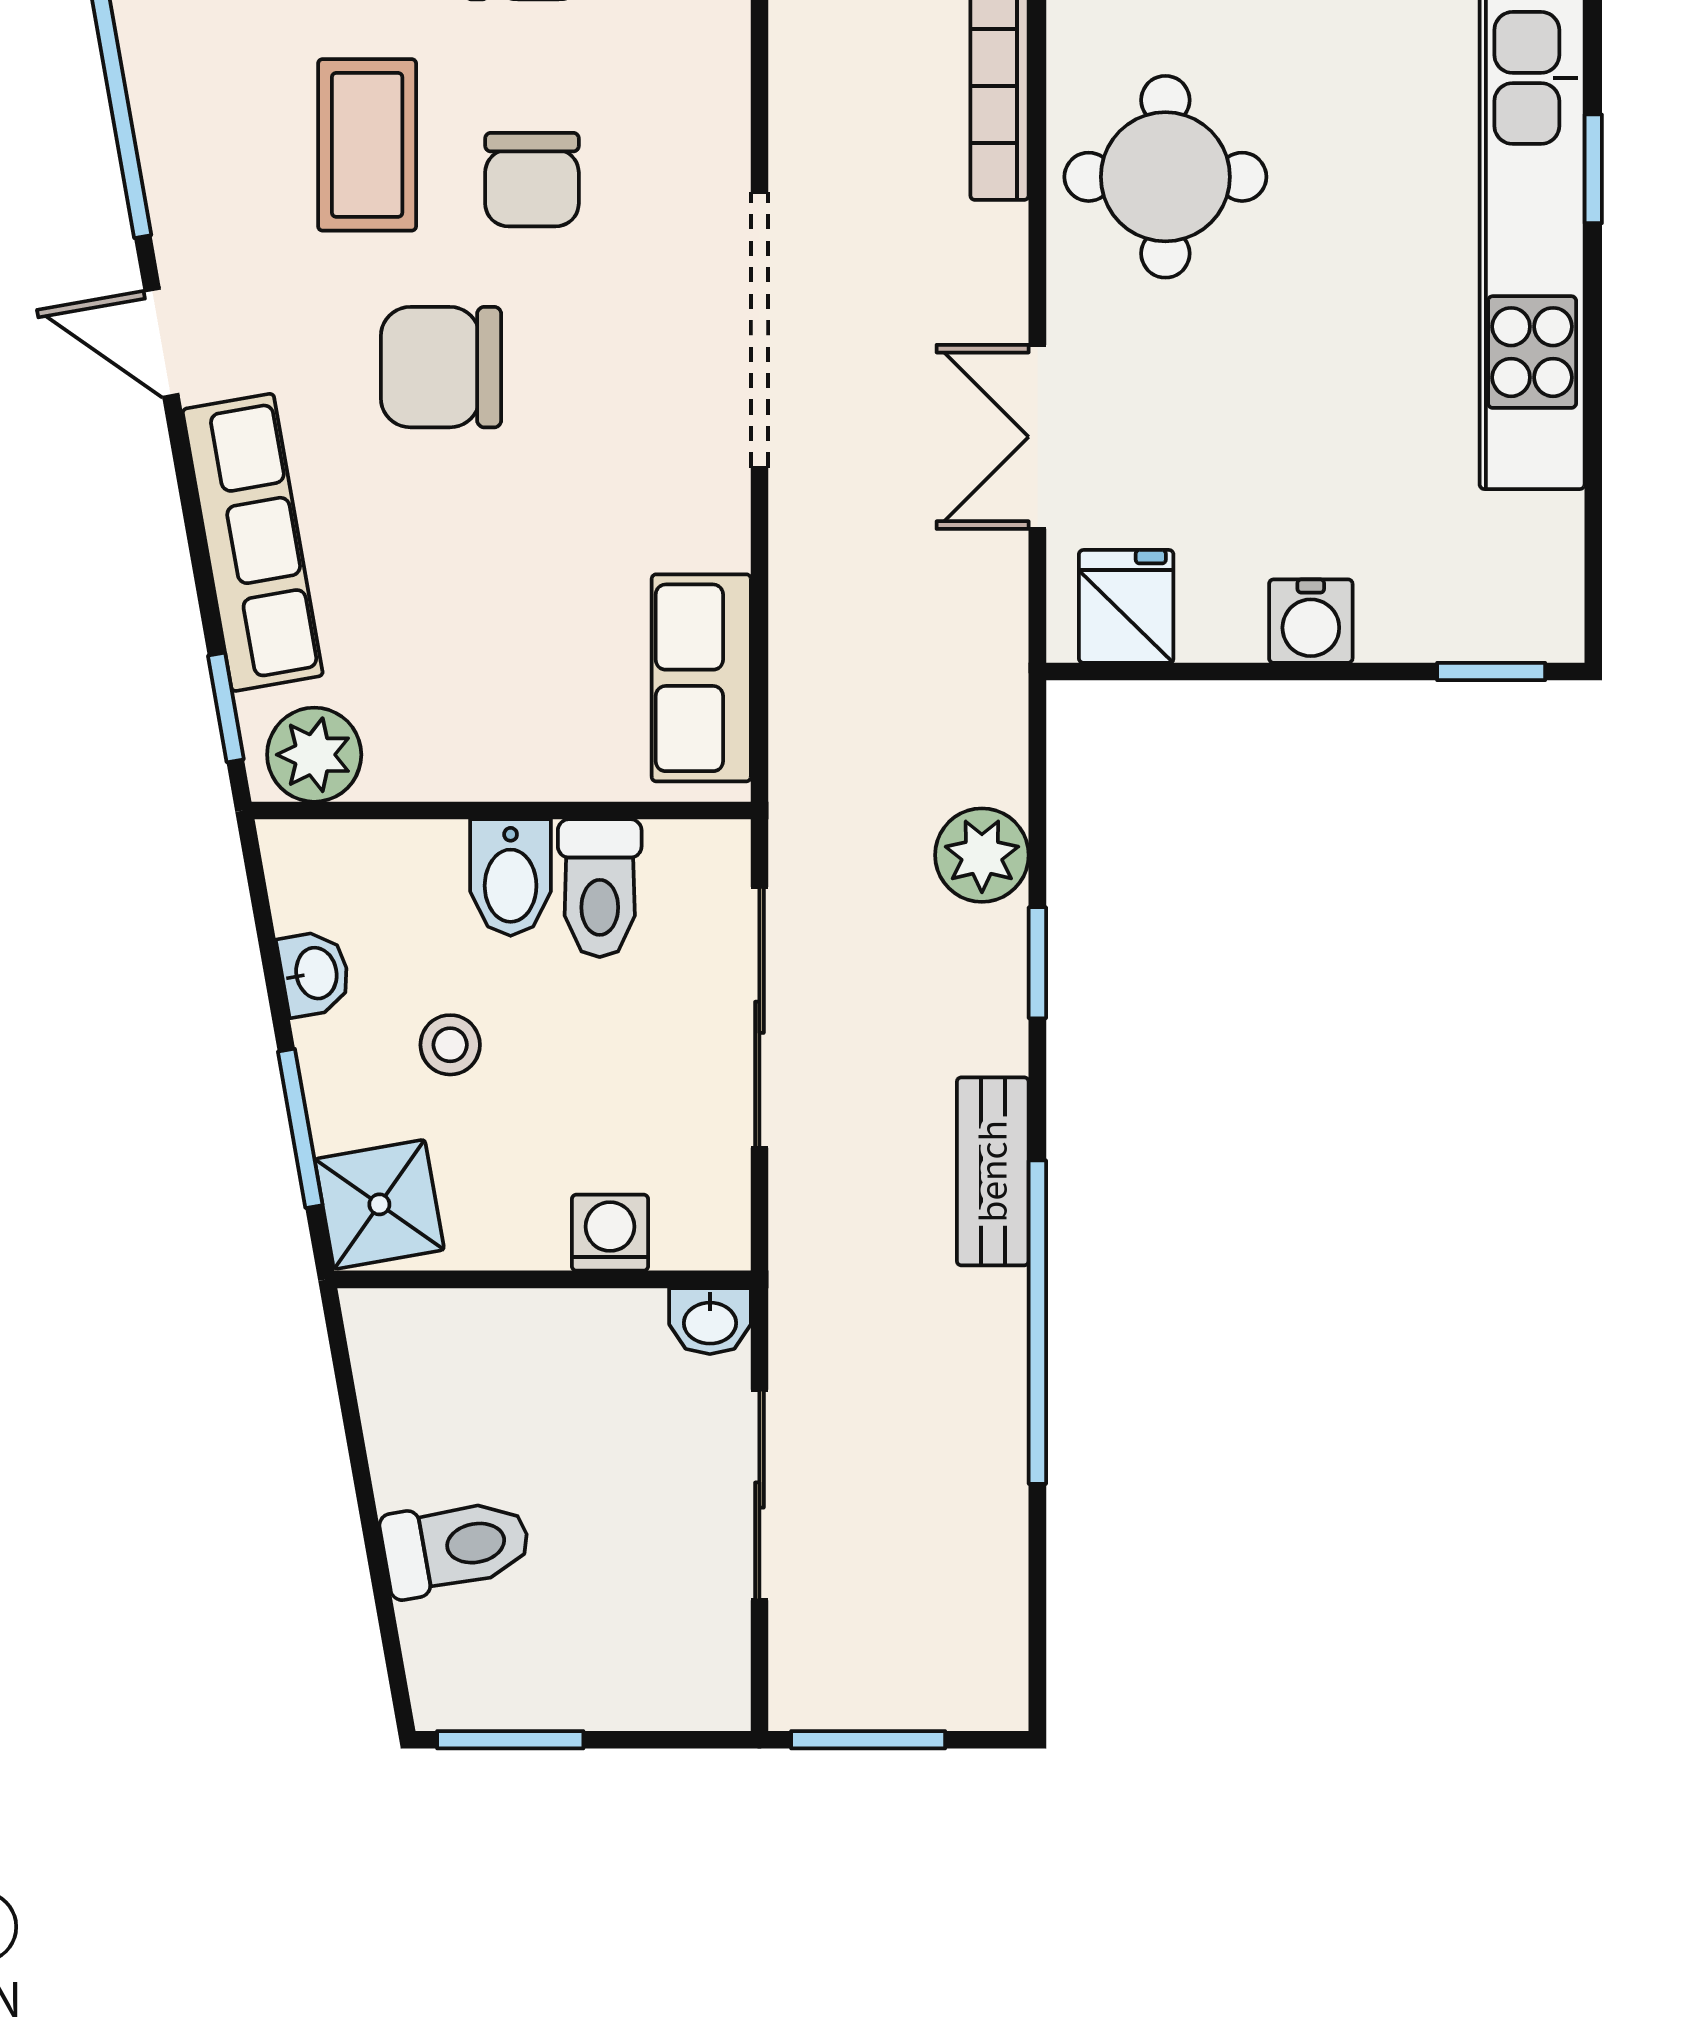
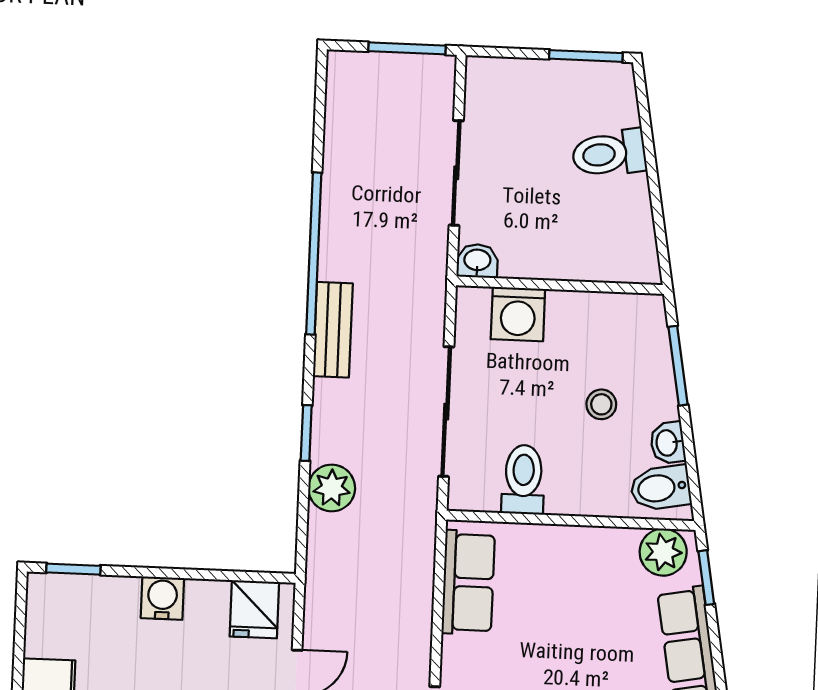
bidet: (511, 878) -> (660, 488), moved, turned -100
shower: (379, 1204) -> (640, 326), removed
washing machine: (610, 1233) -> (518, 314), width x1.38, depth x1.38

